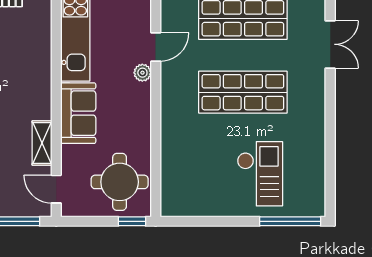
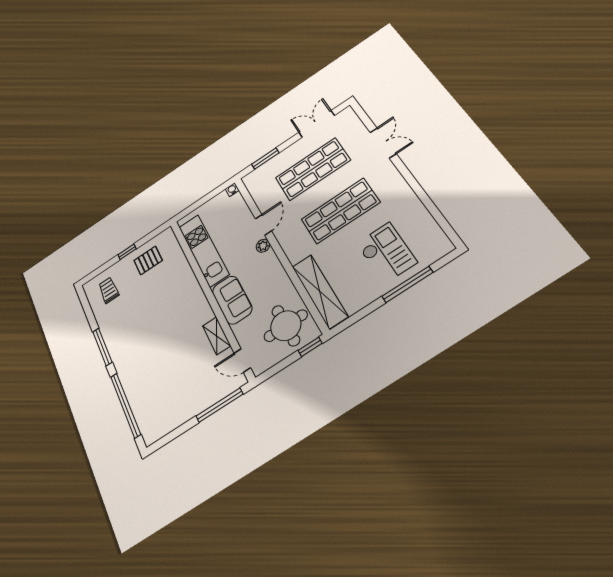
shelving: (173, 168) -> (320, 291), added
window: (290, 221) -> (407, 284), moved

